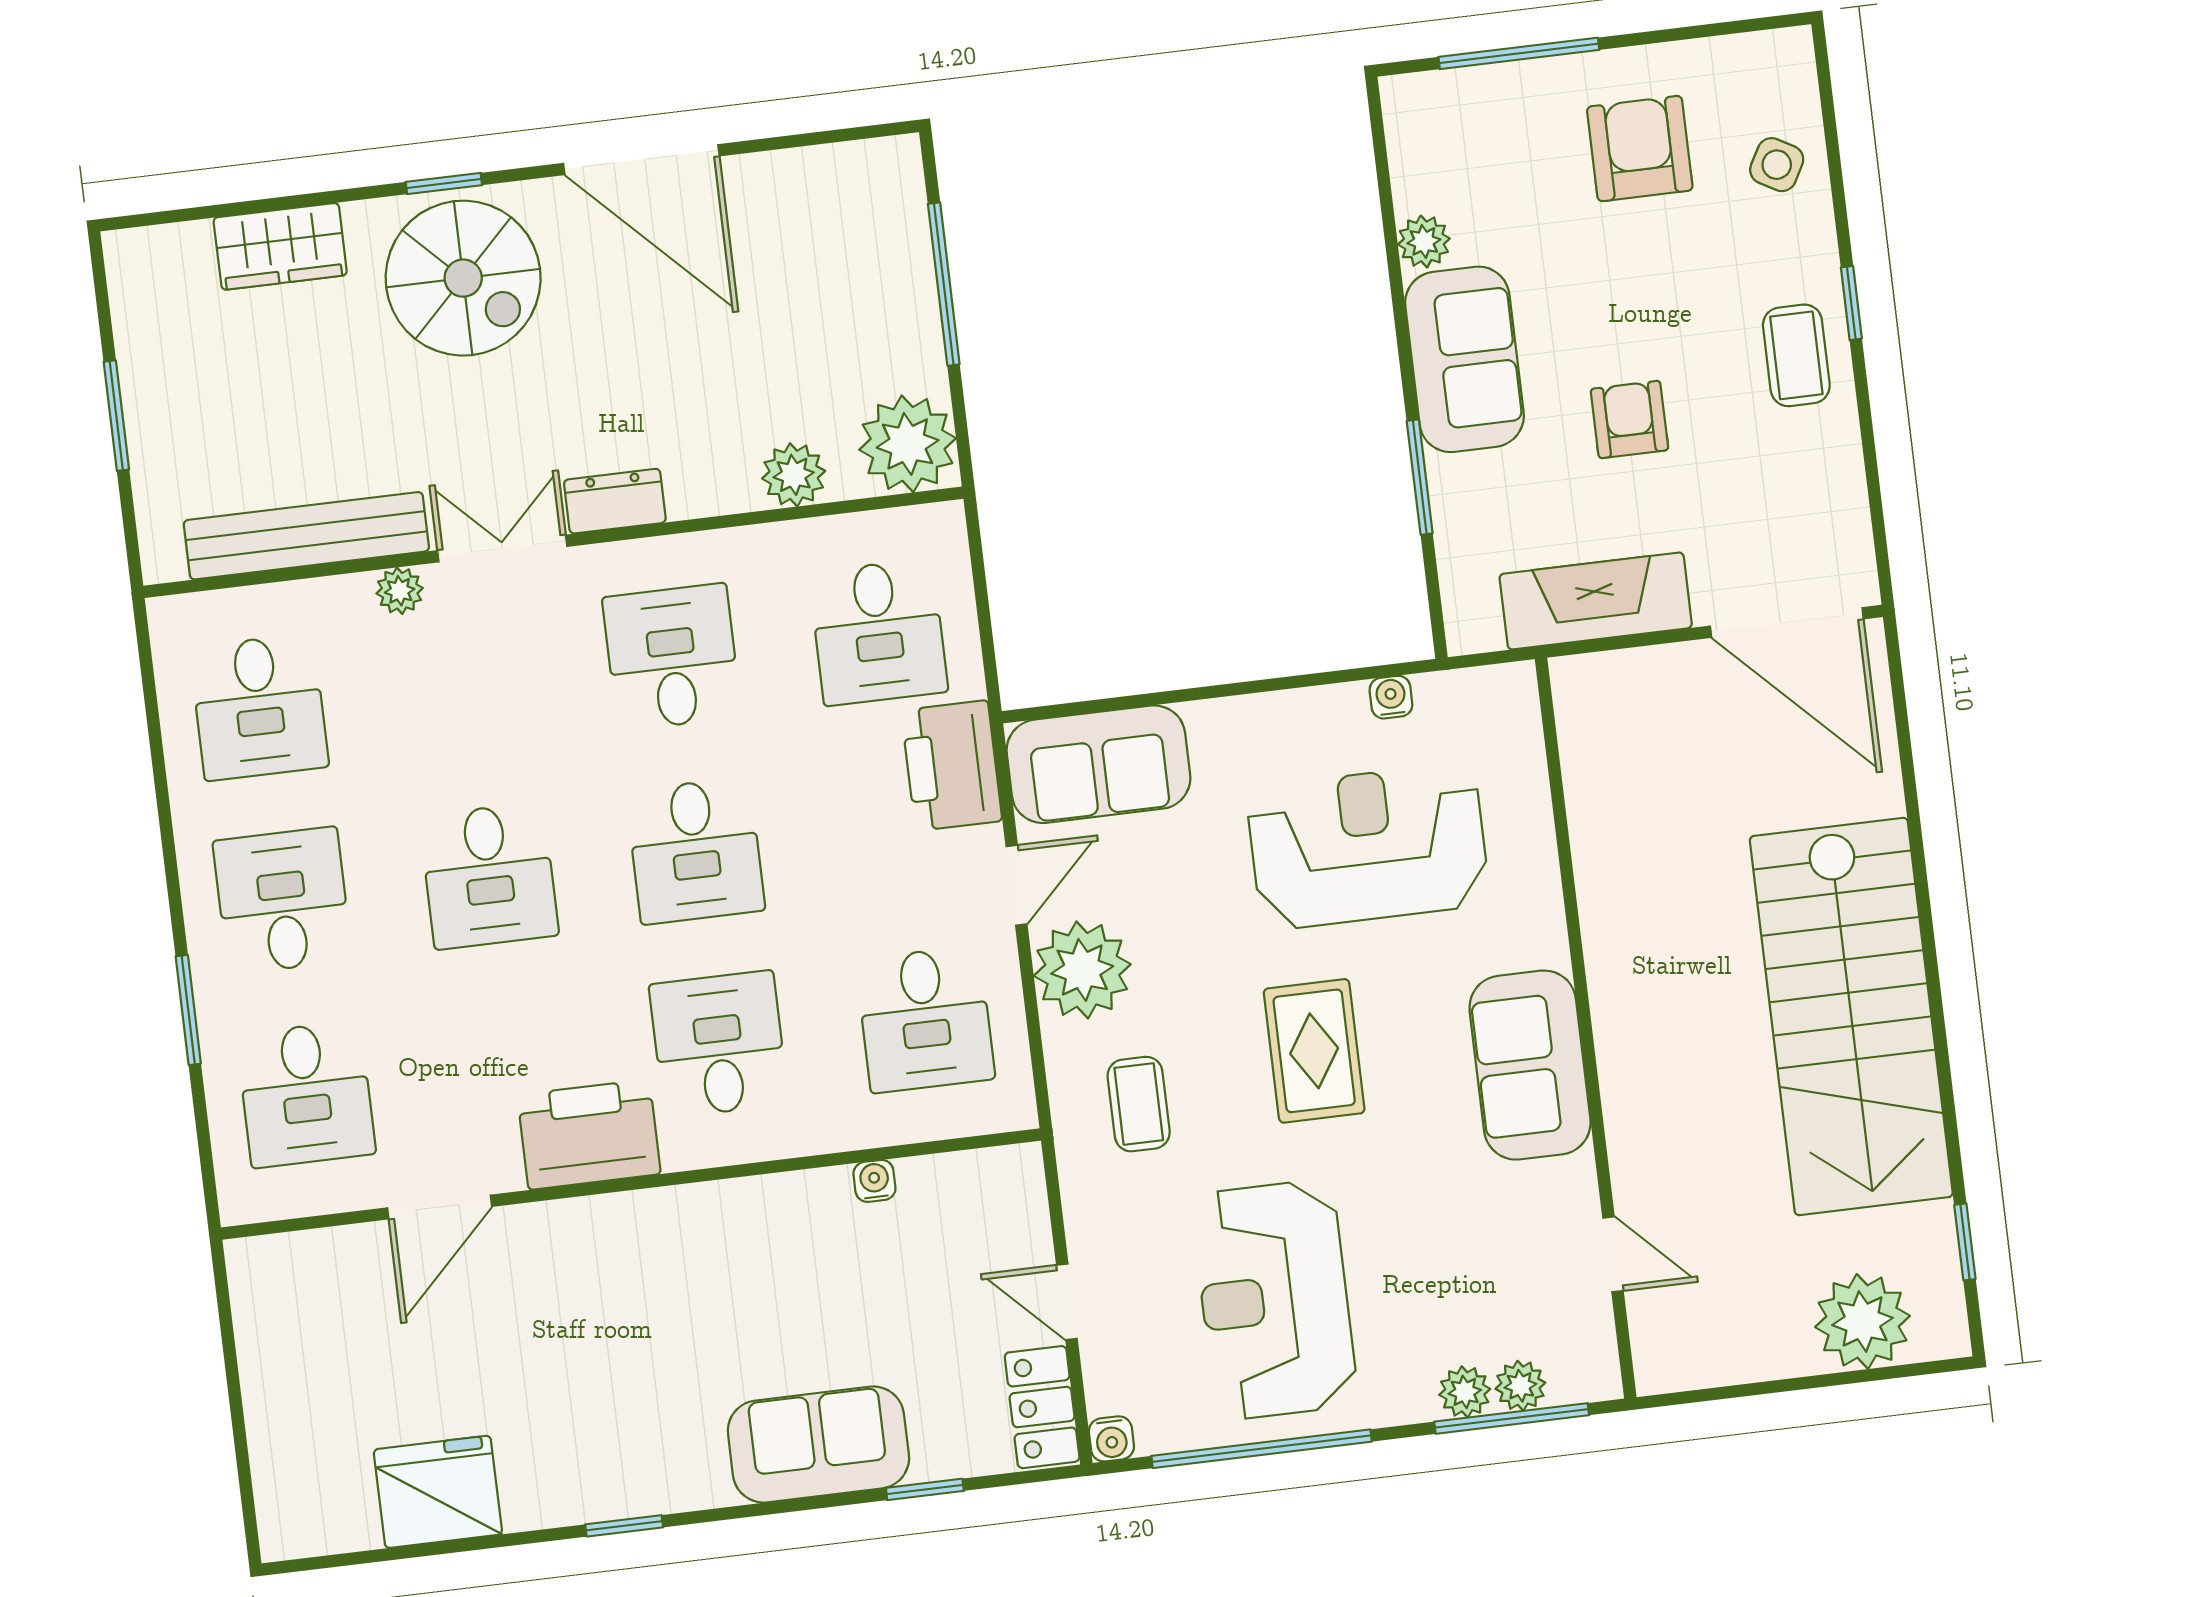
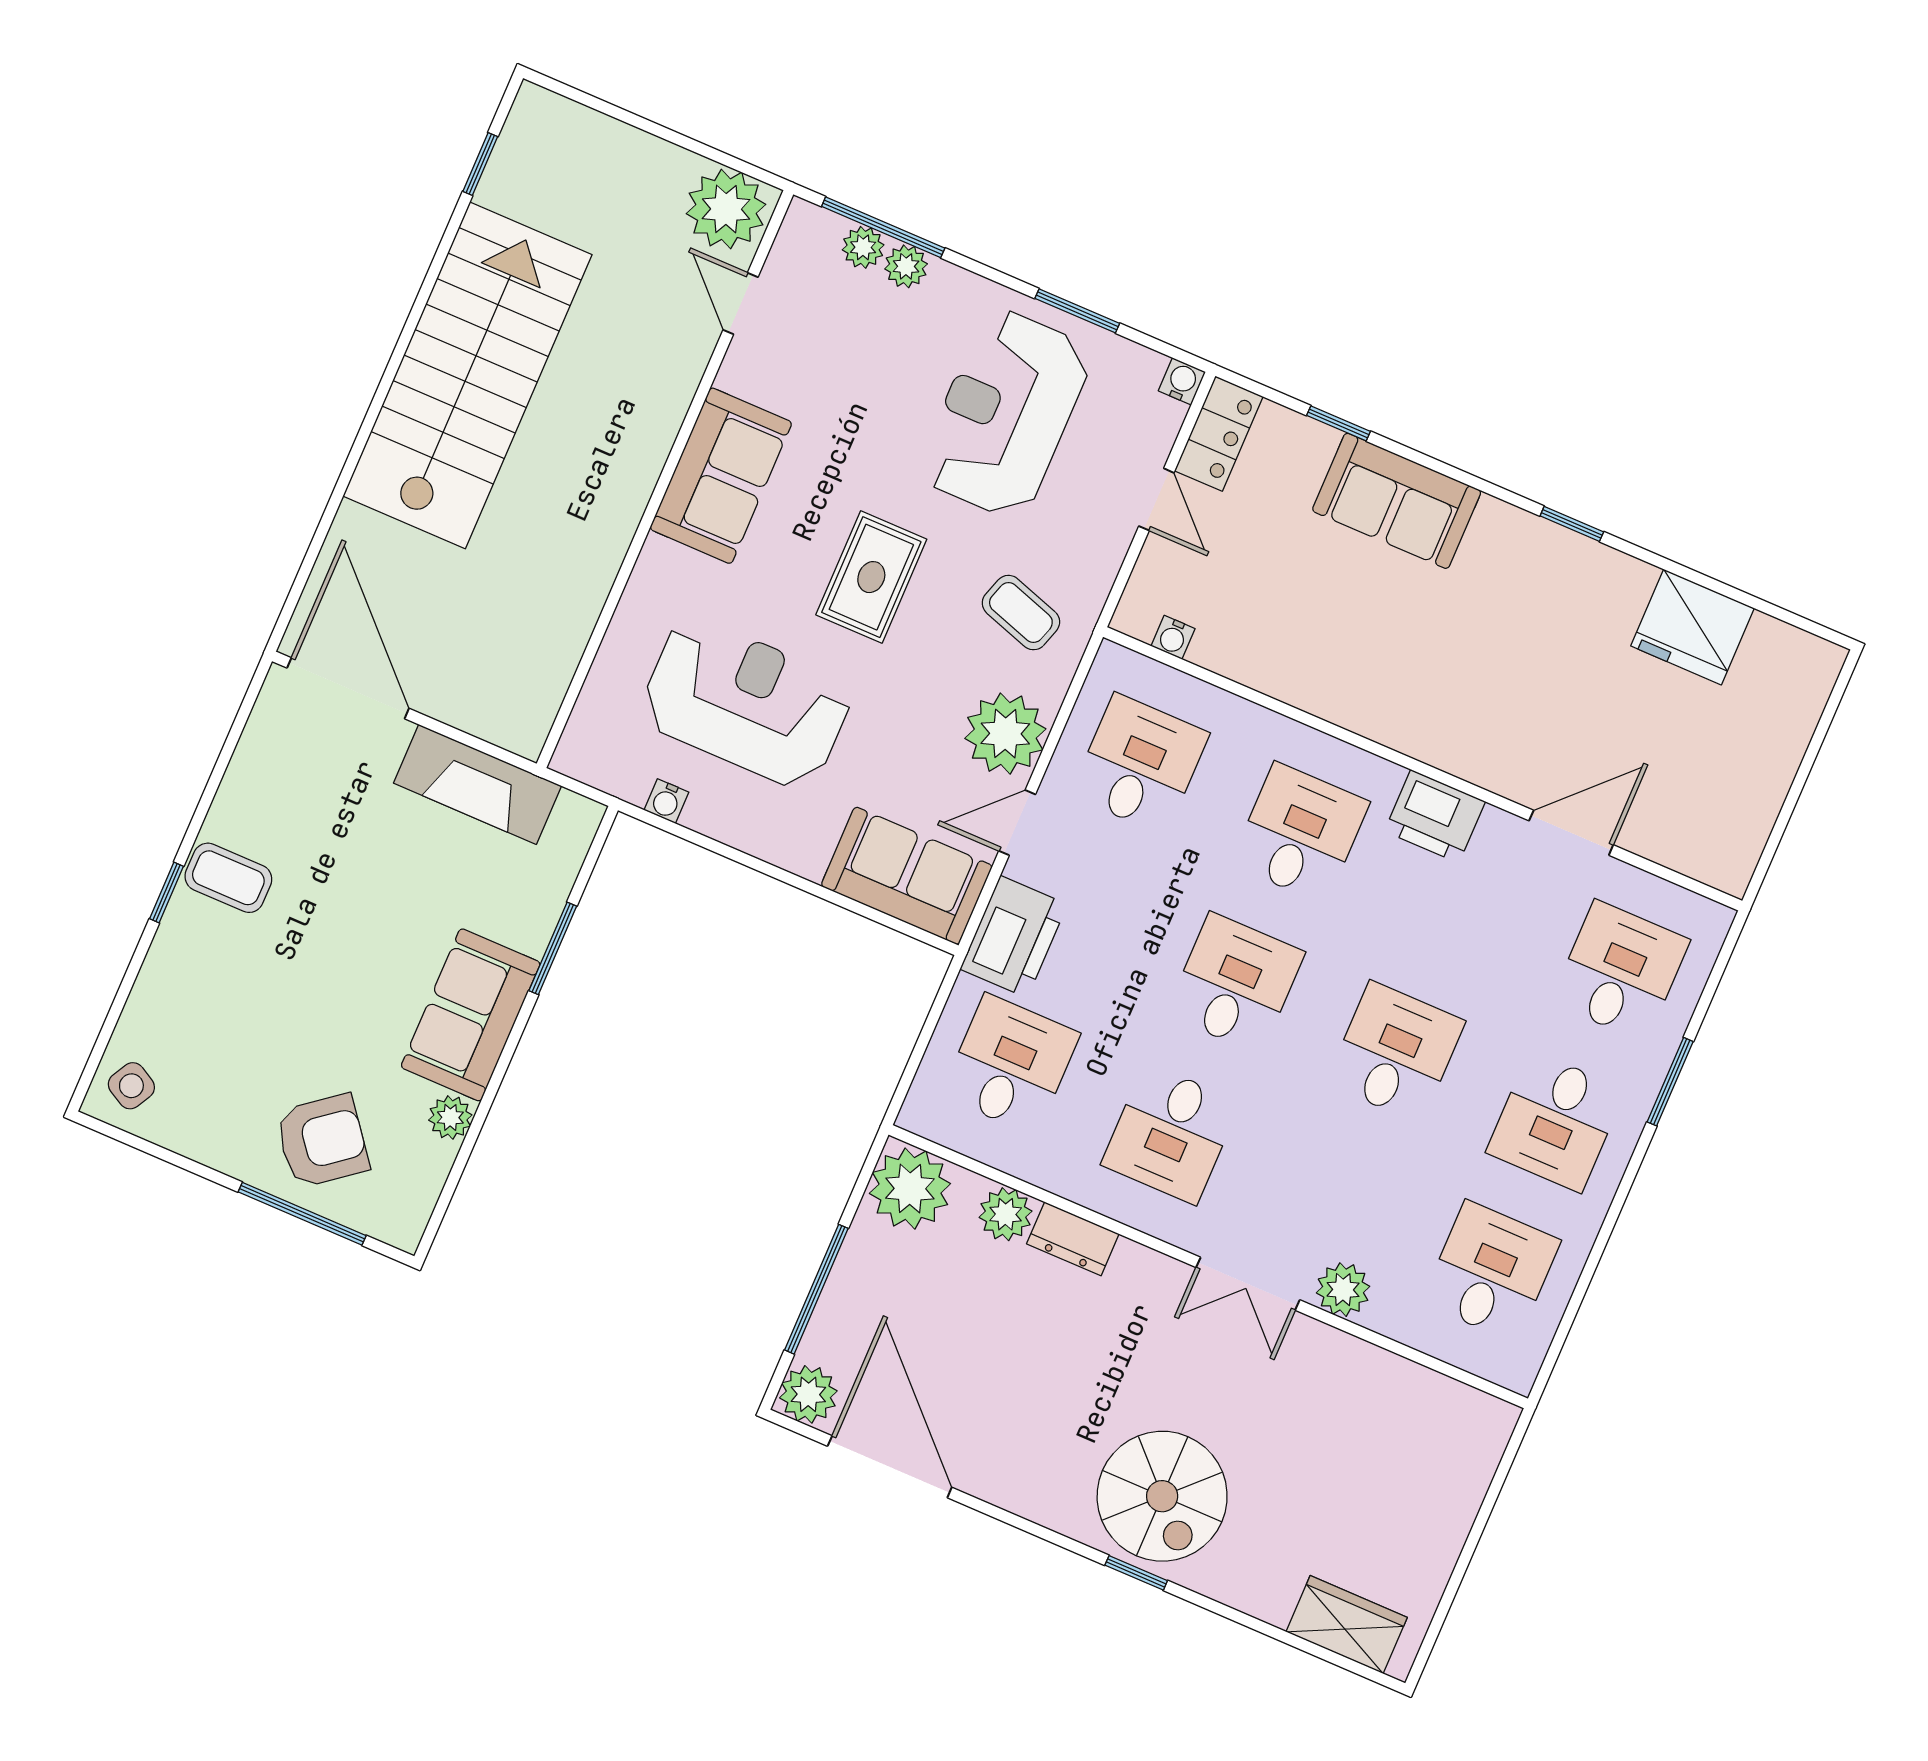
armchair: (1640, 149) -> (322, 1141), moved, turned -128
door: (641, 160) -> (890, 1467), moved
side table: (1777, 165) -> (131, 1086), moved
plant: (889, 171) -> (808, 1394), added
wardrobe: (280, 246) -> (1347, 1625), moved
spiral stairs: (463, 278) -> (1162, 1496), turned 180
coffee table: (1796, 355) -> (228, 878), turned 90
window: (116, 416) -> (1472, 1543), removed
armchair: (1629, 419) -> (376, 902), removed
dresser: (615, 501) -> (1073, 1239), moved
bench: (306, 536) -> (1384, 1376), removed
plant: (400, 591) -> (1343, 1290), width x1.38, depth x1.38
reception desk: (1368, 846) -> (746, 703), turned 180
desk: (719, 1044) -> (1300, 833), turned 180
coffee table: (1139, 1104) -> (1021, 613), turned -72
printer: (589, 1135) -> (1435, 816), width x0.73, depth x0.84
water cooler: (874, 1181) -> (1173, 637), moved
reception desk: (1274, 1300) -> (1005, 413), turned 180
plant: (1862, 1321) -> (726, 209), moved
window: (1262, 1449) -> (1077, 311), width x0.47

